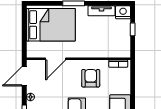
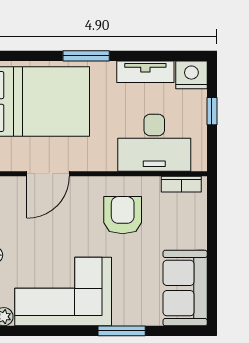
desk: (106, 44) -> (154, 143), added

